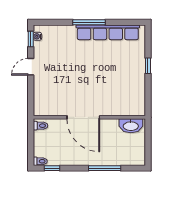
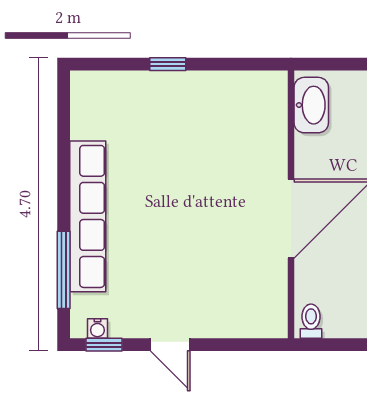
window: (89, 22) -> (64, 270), moved
row of seats: (108, 32) -> (88, 216), moved

